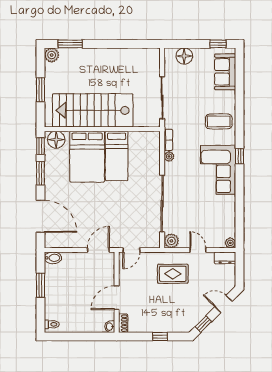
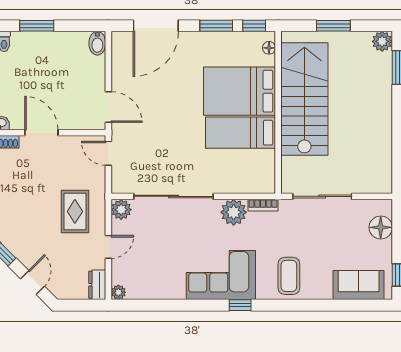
floor lamp: (56, 140) -> (269, 48), width x0.53, depth x0.53
plant: (169, 156) -> (234, 212), width x1.88, depth x1.88
window: (40, 285) -> (37, 26), moved

